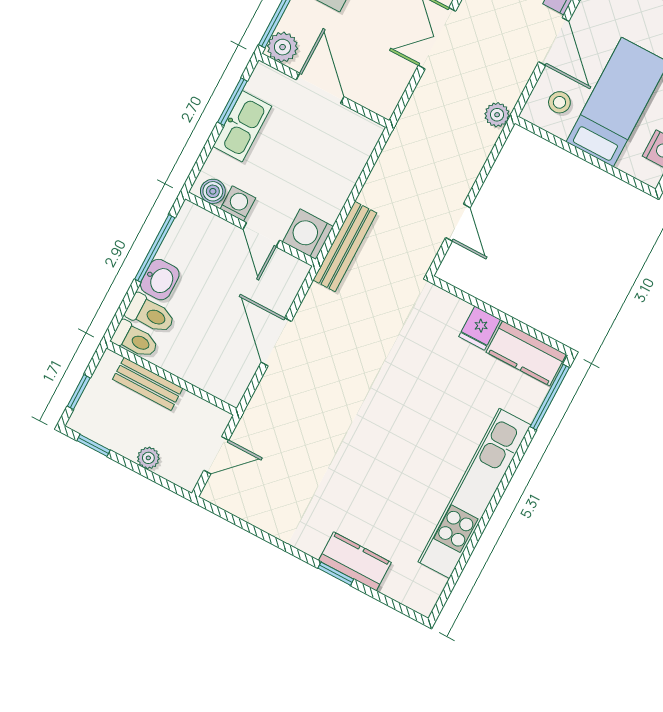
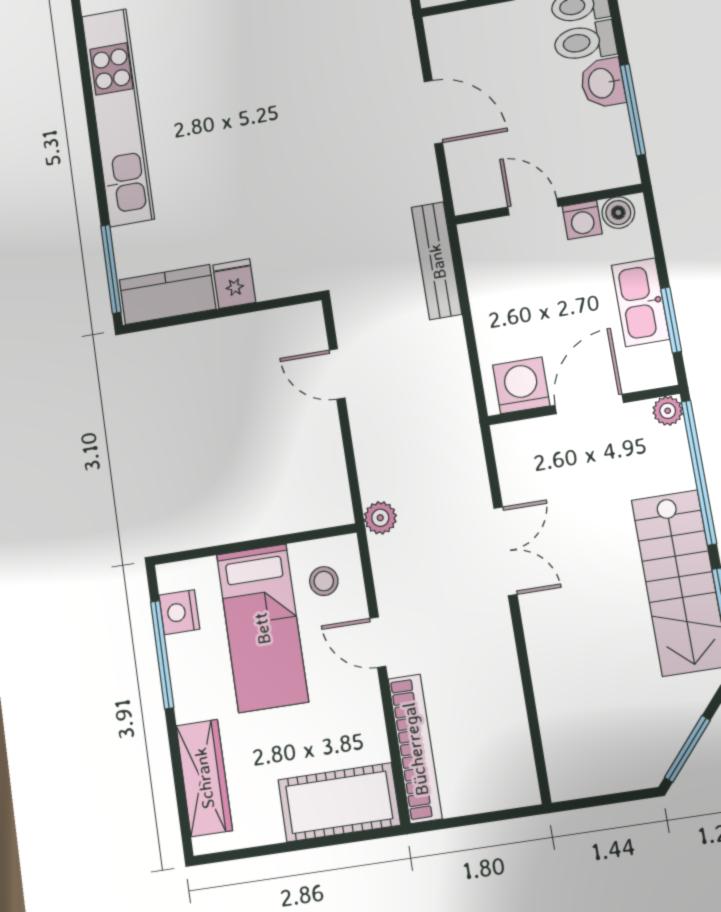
door: (554, 41) -> (378, 642), width x0.73
plant: (283, 47) -> (668, 411), width x0.73, depth x0.73
door: (320, 88) -> (589, 404), swing flipped
washing machine: (308, 234) -> (521, 385), moved, turned -90

